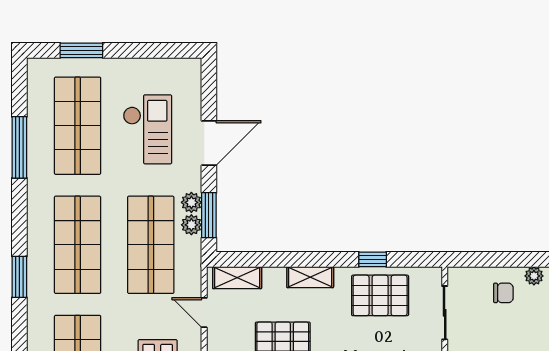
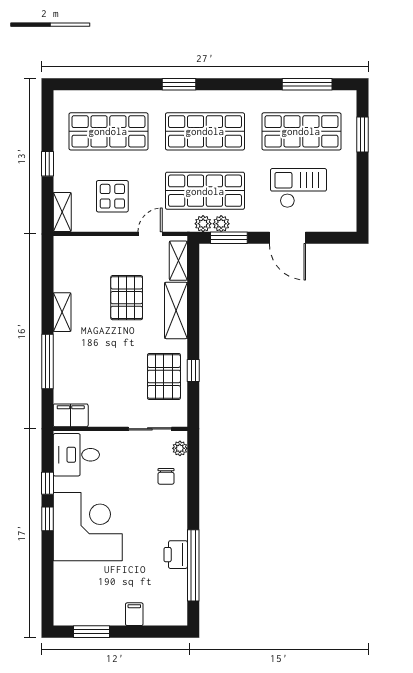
checkout: (148, 129) -> (299, 188), turned 180
window: (19, 147) -> (307, 84), moved
plant: (191, 202) -> (203, 224), moved
plant: (534, 276) -> (180, 448), moved
shelving: (310, 277) -> (176, 310), width x1.50, depth x1.33

